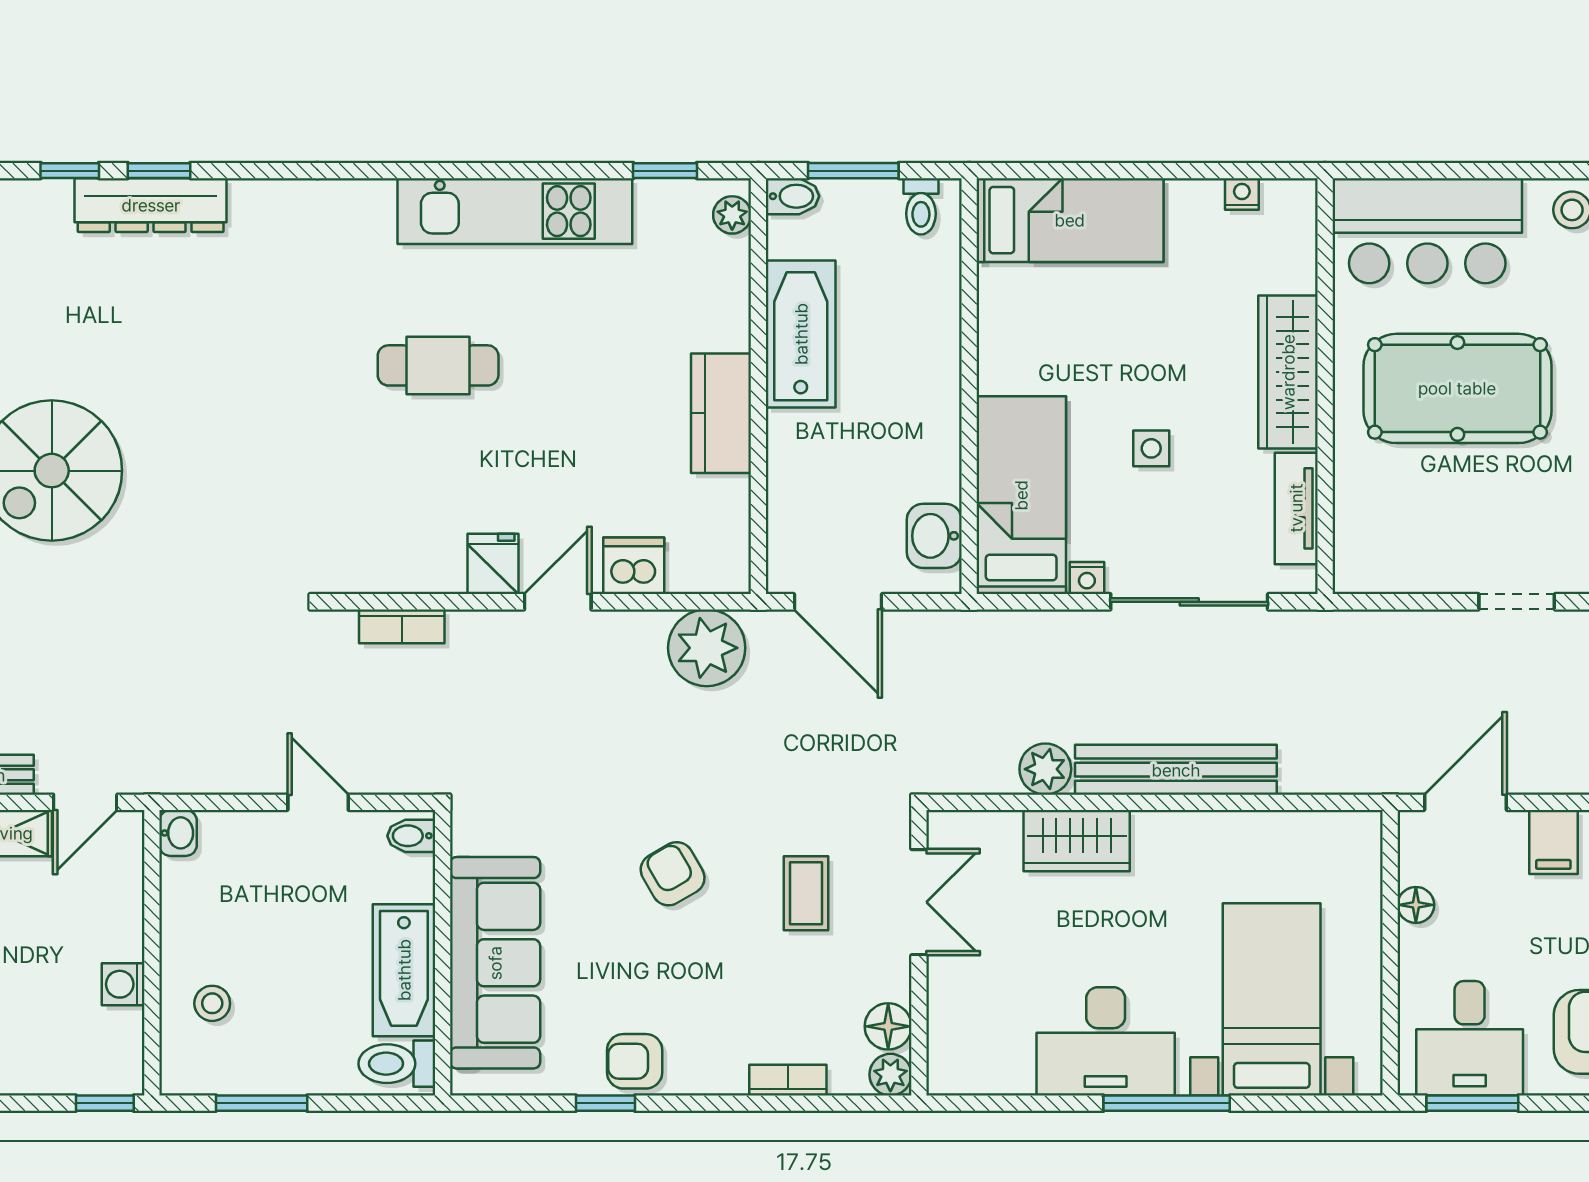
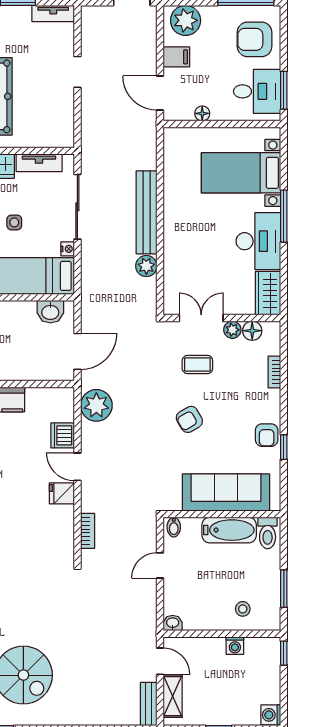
wardrobe: (1077, 841) -> (268, 293), moved, turned 180
plant: (890, 1075) -> (232, 330), moved

